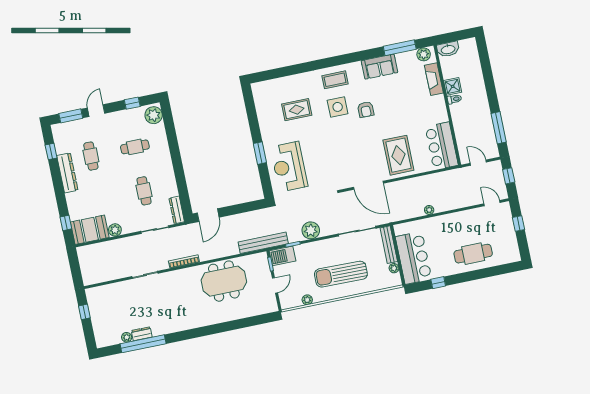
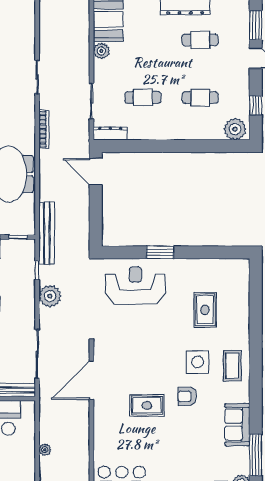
cafe table: (135, 147) -> (200, 97), turned 90
rug: (398, 155) -> (147, 405), moved, width x0.73, depth x0.70
barbecue: (283, 256) -> (25, 254), removed

